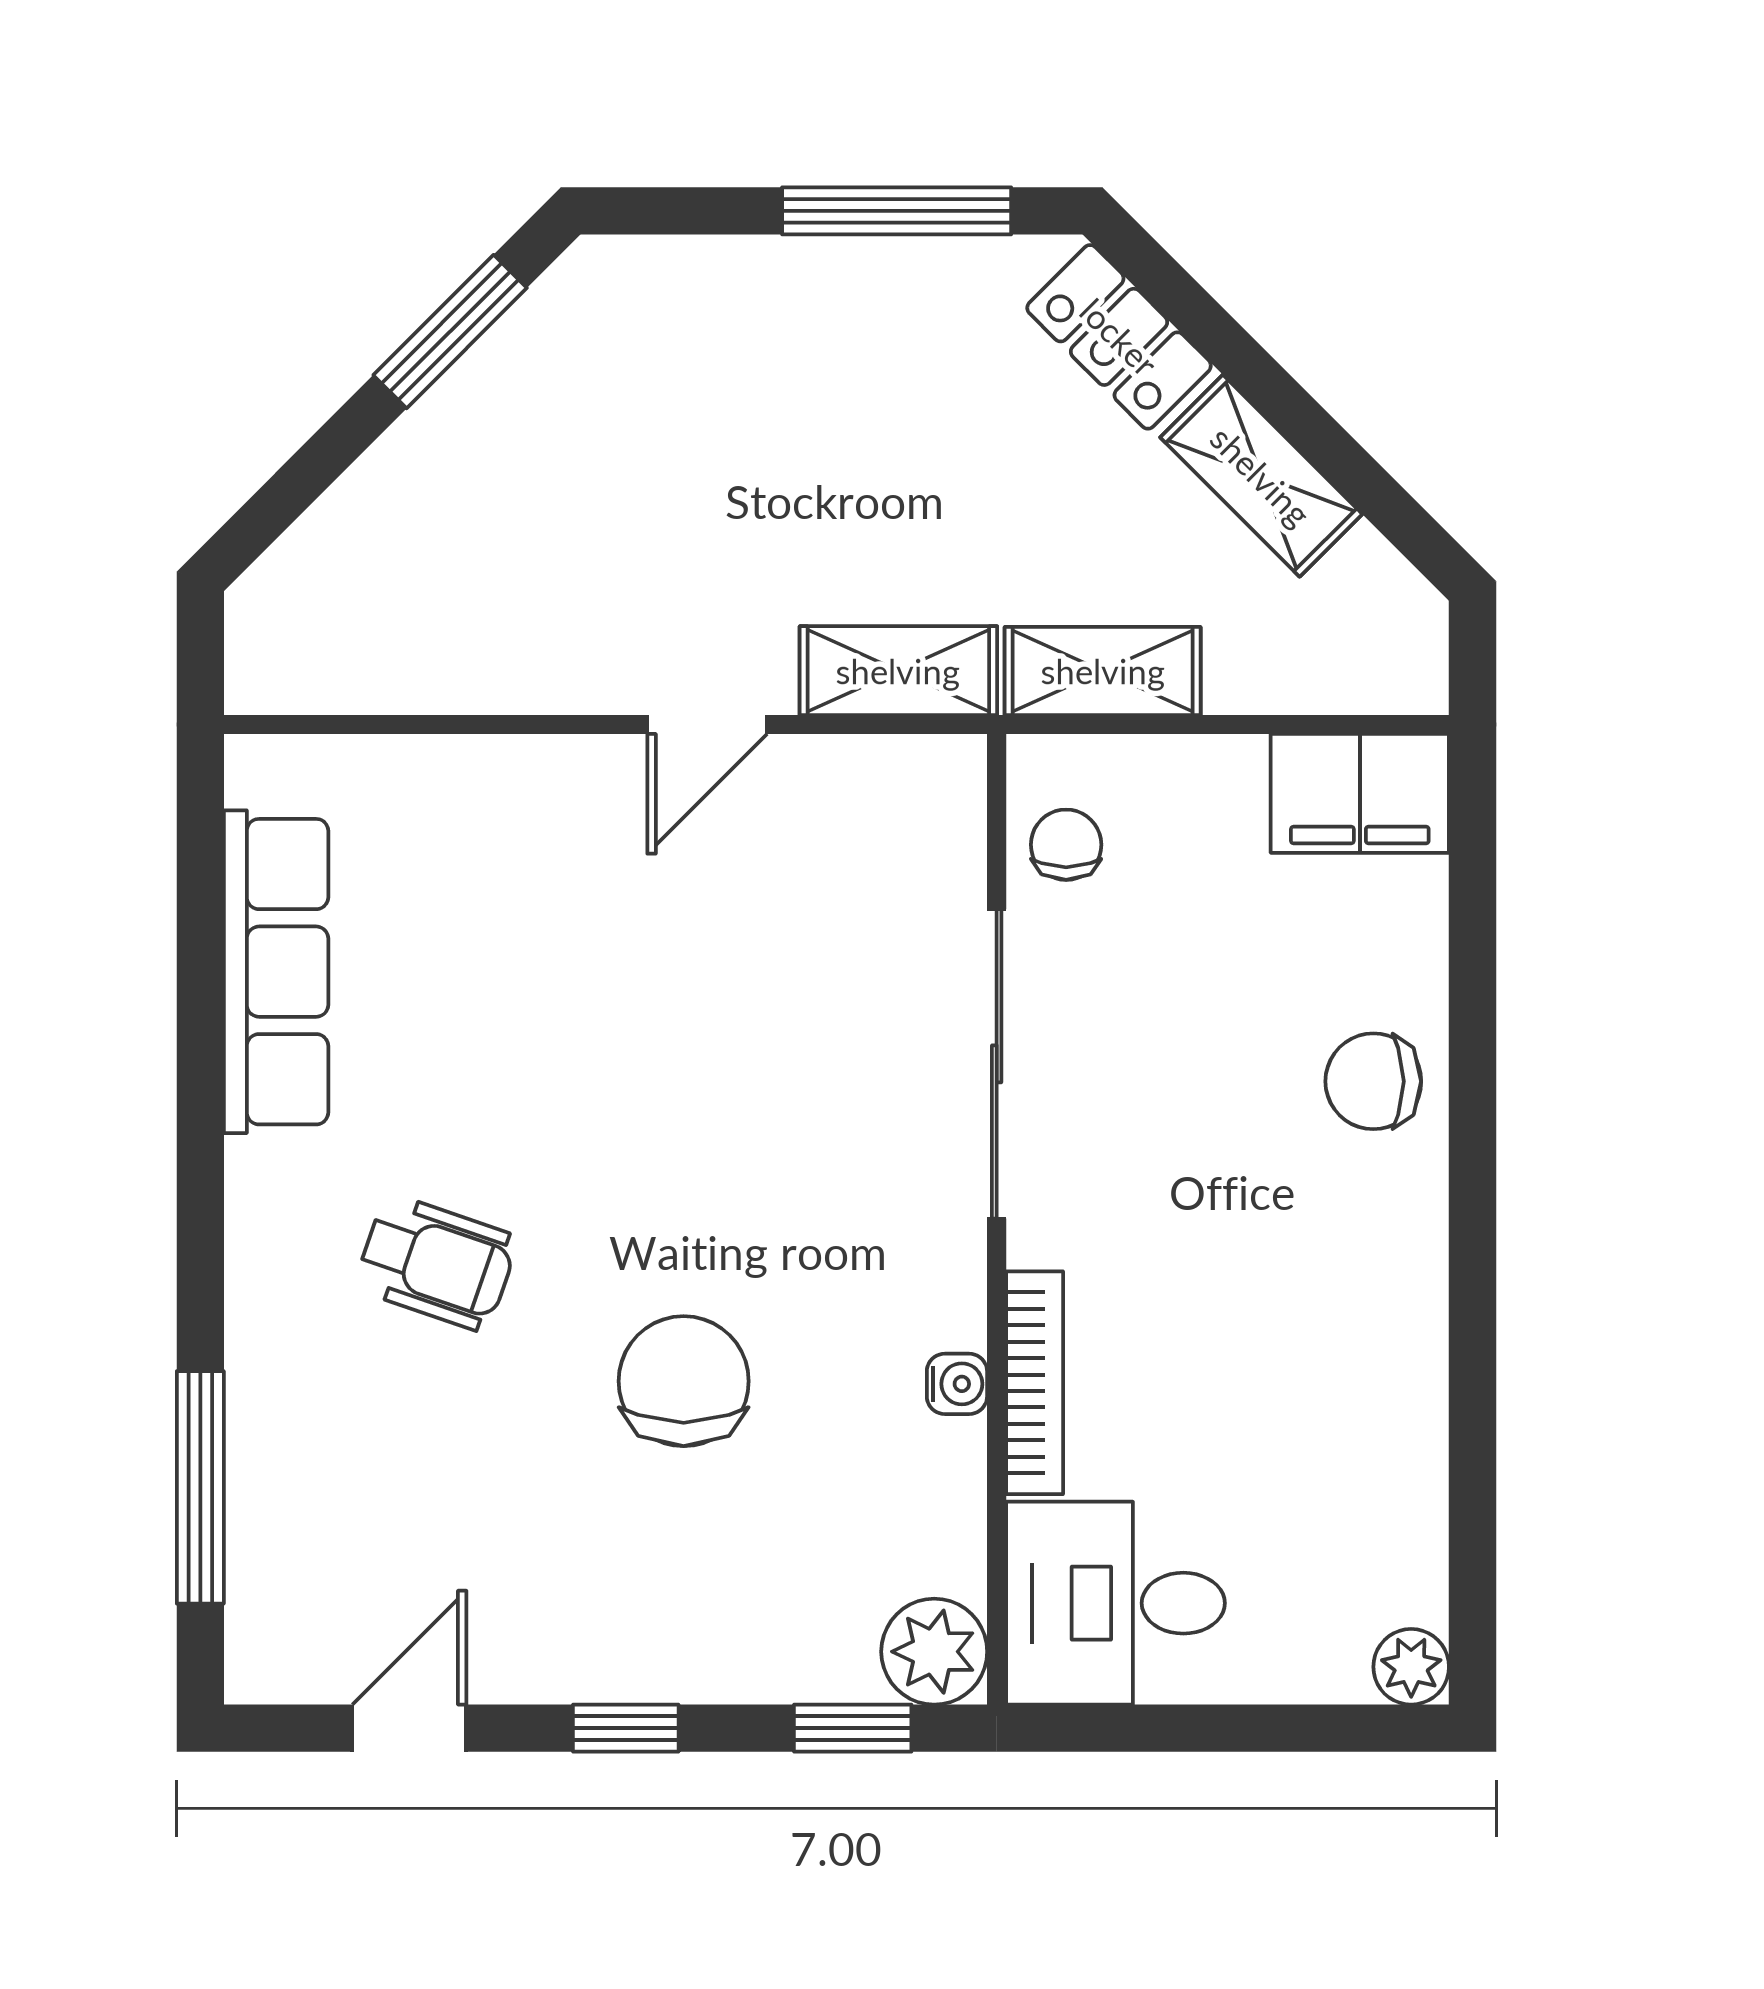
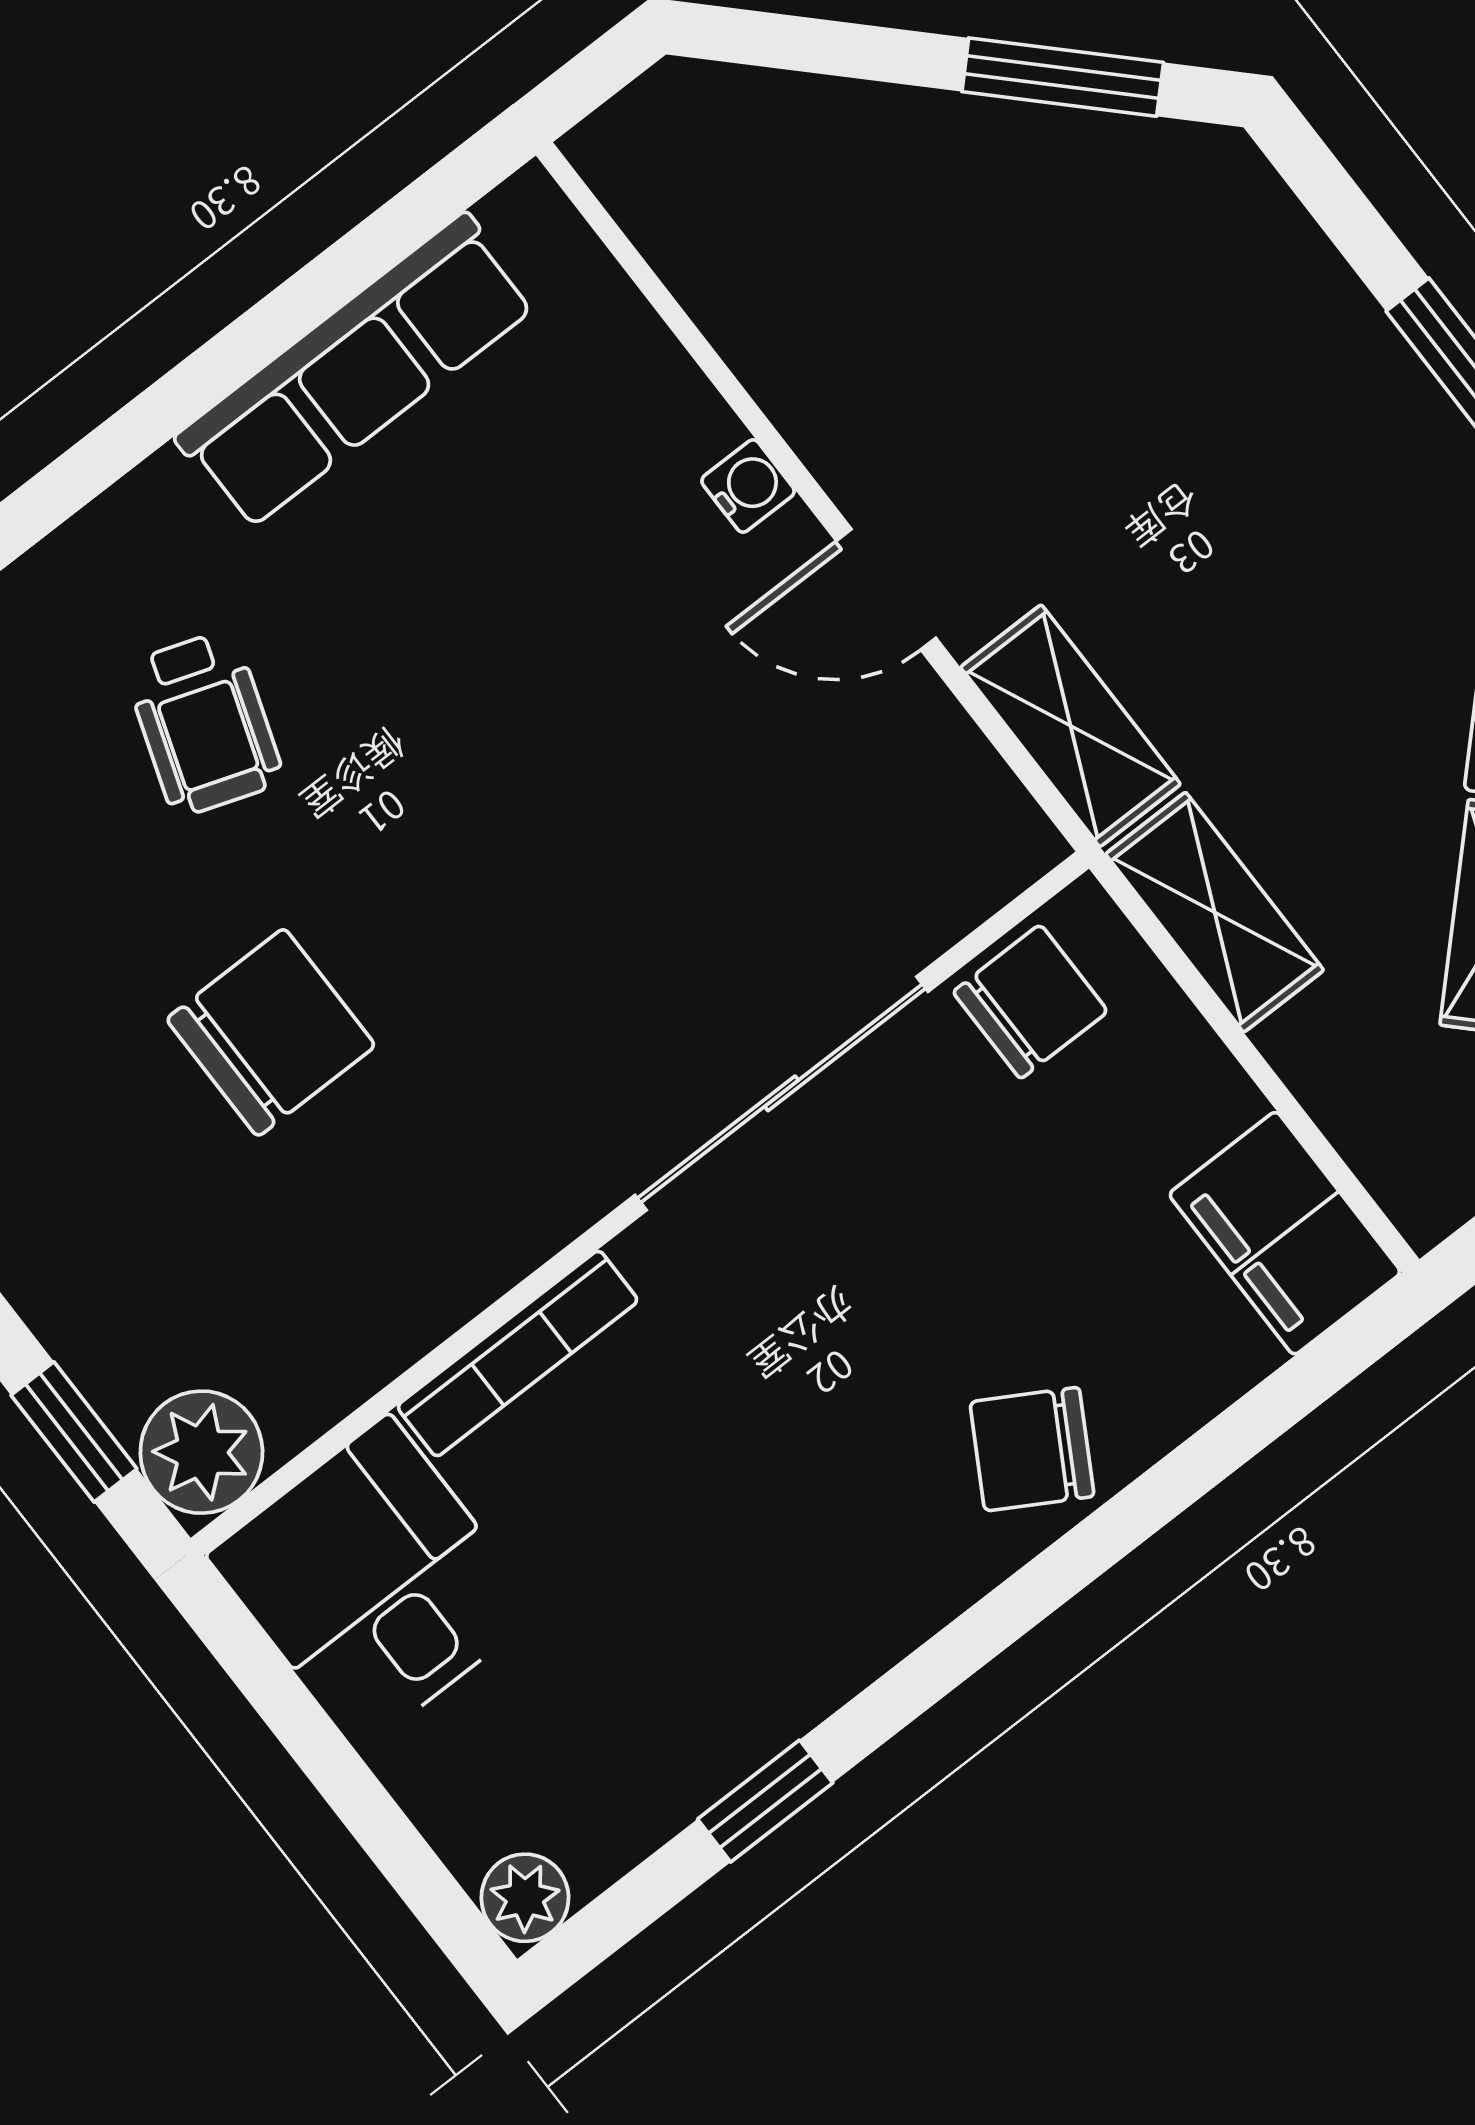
chair: (1066, 845) -> (1030, 1002), width x1.37, depth x1.37
chair: (1373, 1081) -> (1032, 1449), turned -60
water cooler: (957, 1384) -> (748, 486), moved, turned -90
window: (1473, 1451) -> (765, 1801), added

